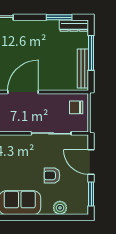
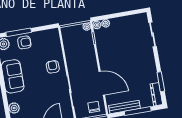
door: (23, 92) -> (102, 83), moved
armchair: (52, 175) -> (53, 67), moved

